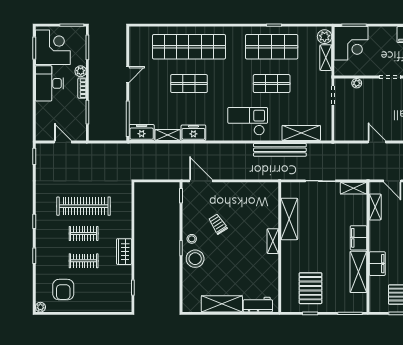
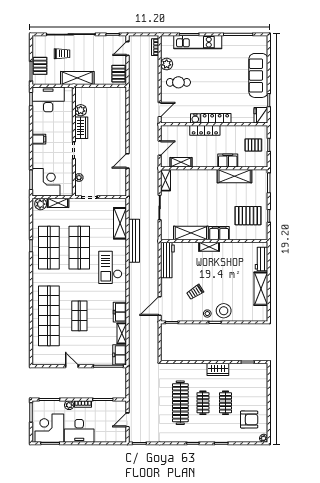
shop shelf: (272, 84) -> (79, 248), width x1.43, depth x1.36
workbench: (257, 190) -> (167, 260), added
filing cabinet: (358, 238) -> (219, 233), moved, turned 180

